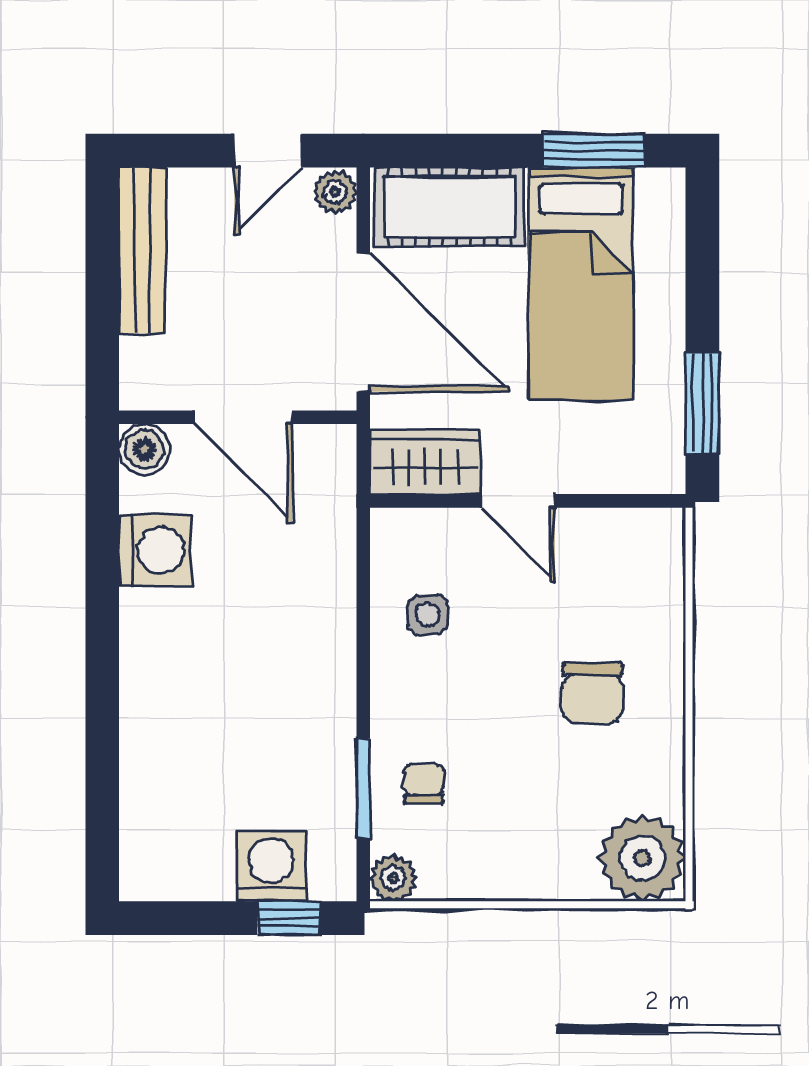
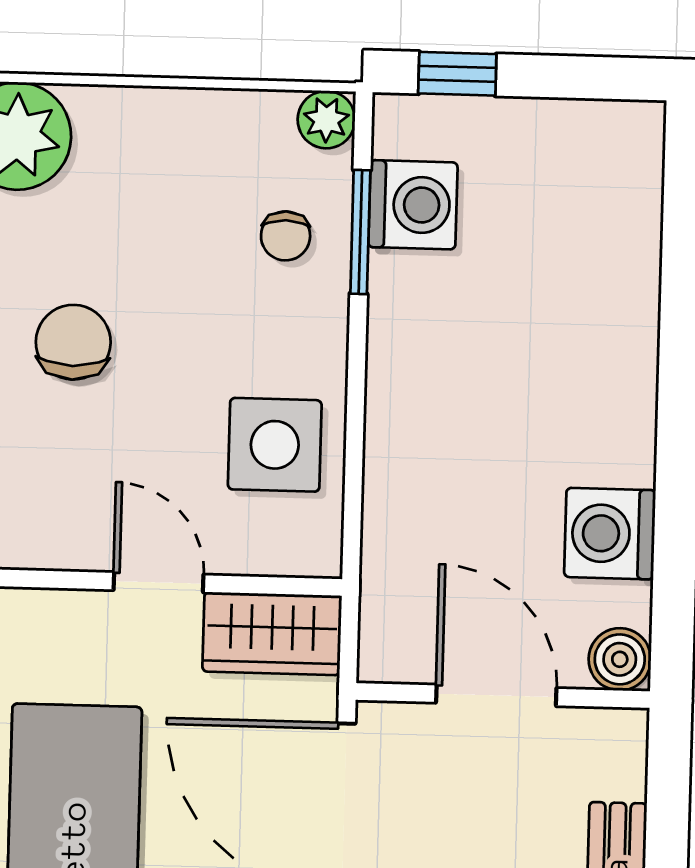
side table: (428, 614) -> (275, 445), width x1.87, depth x1.87
washing machine: (271, 866) -> (413, 205), moved, turned -90

